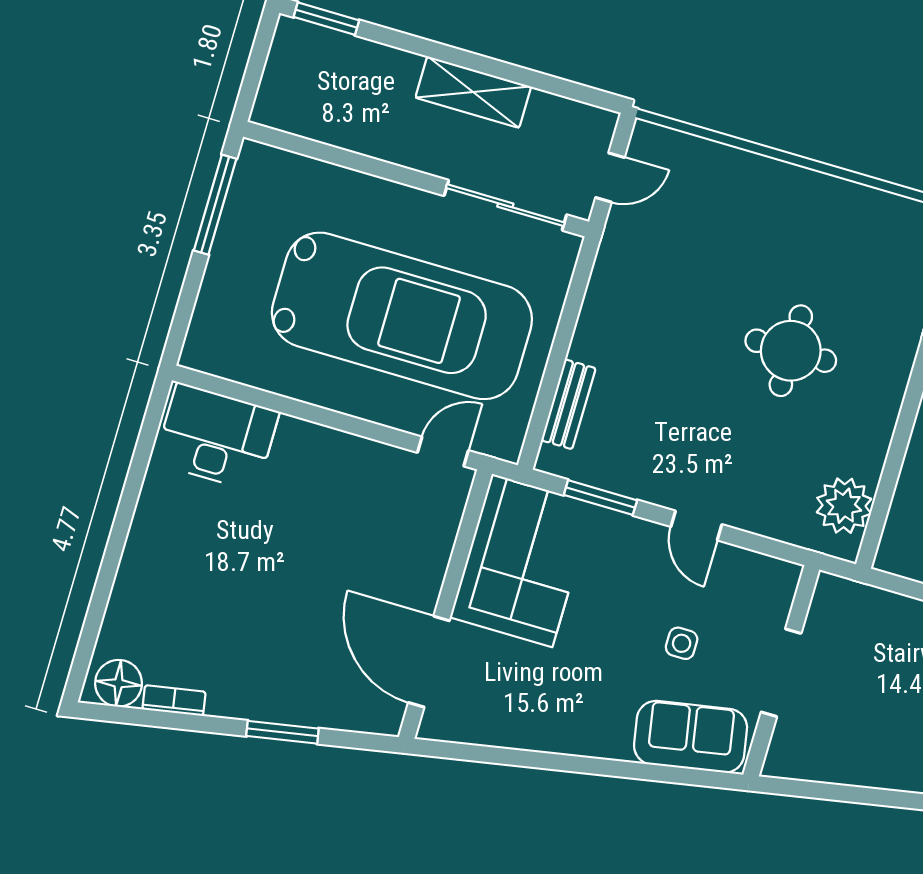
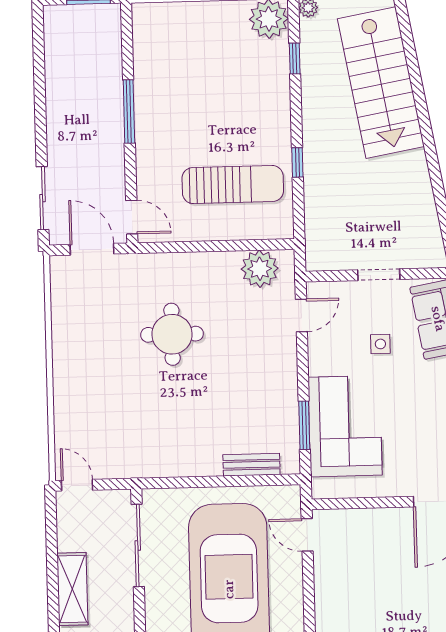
door: (610, 177) -> (77, 485), moved
door: (696, 526) -> (301, 315), moved
corner sofa: (522, 560) -> (345, 426), moved, turned 90
doorway: (781, 673) -> (379, 275), width x0.73

